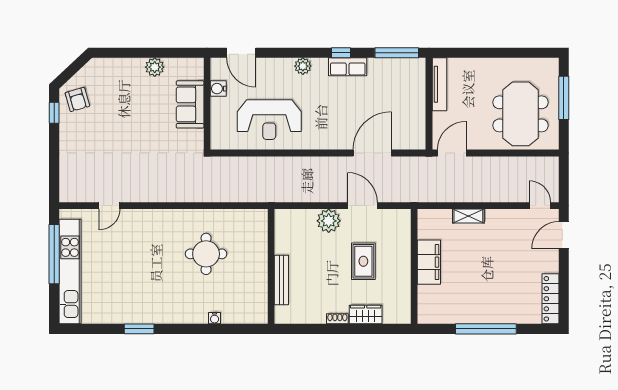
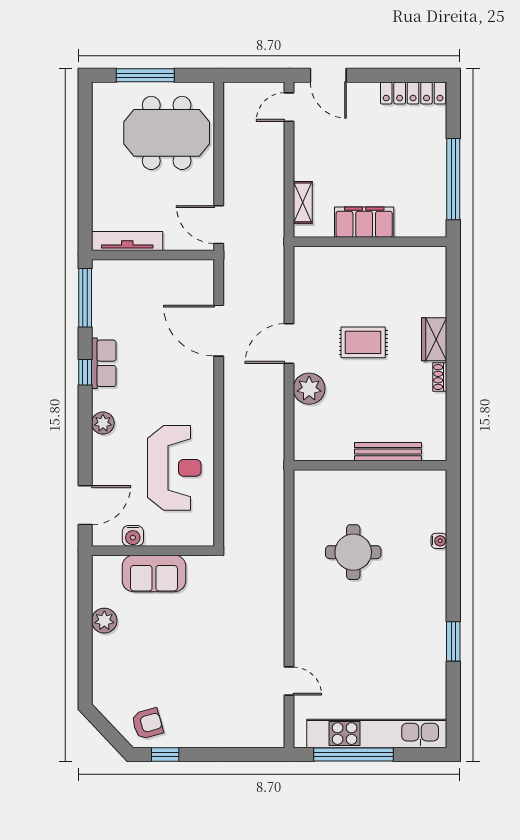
filing cabinet: (429, 262) -> (364, 222), moved
wall: (414, 266) -> (370, 242), moved

